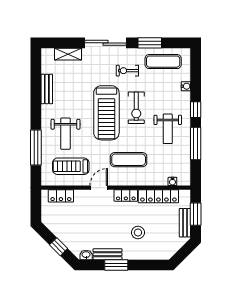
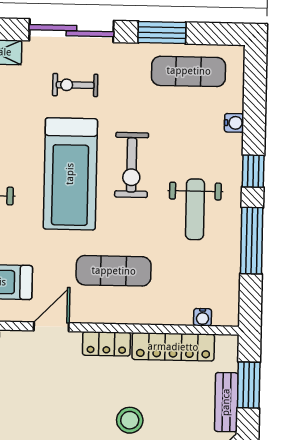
exercise bike: (127, 71) -> (75, 85), moved

